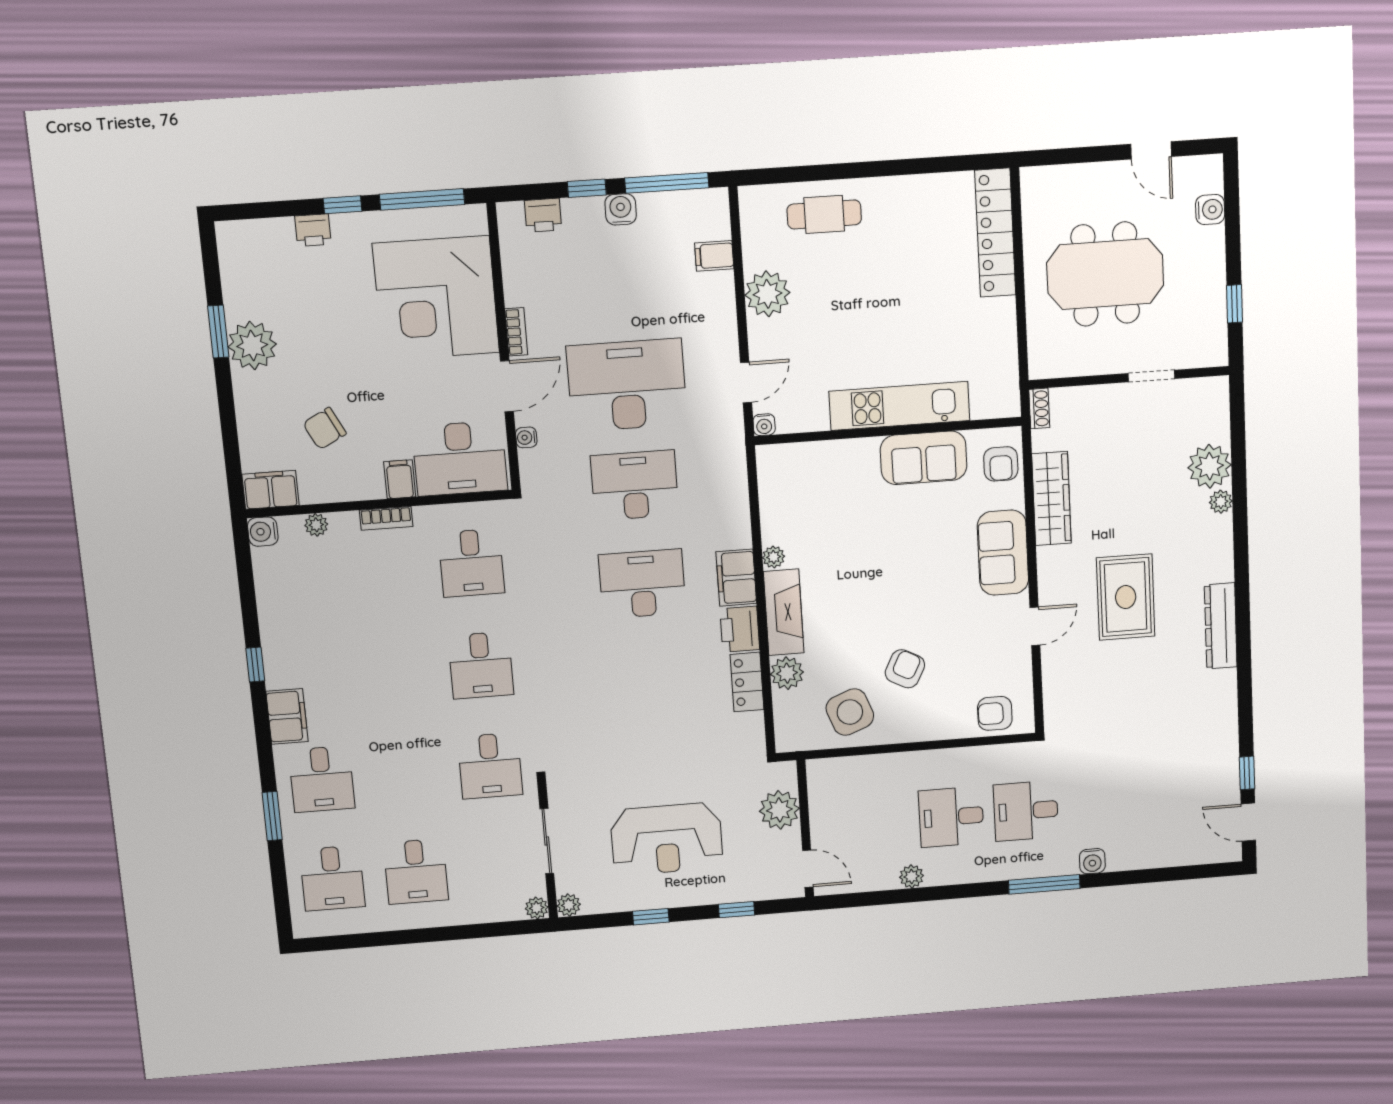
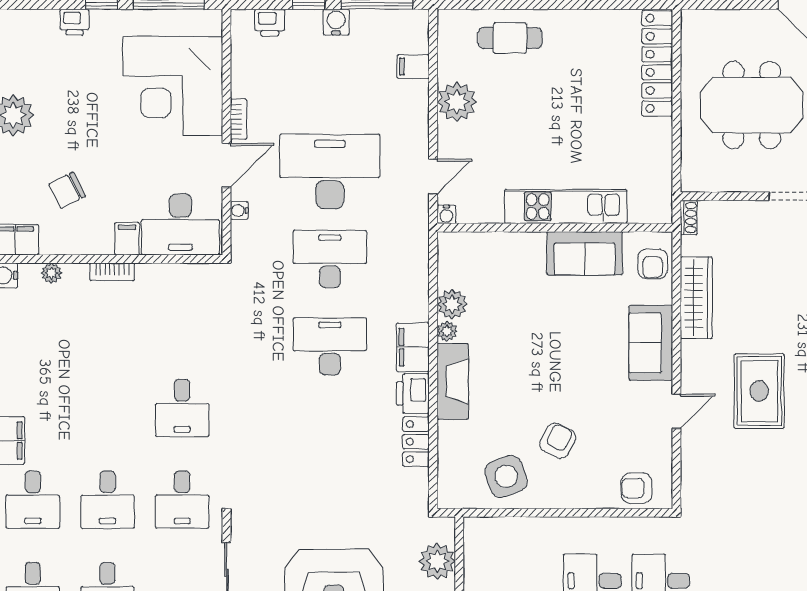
desk: (471, 563) -> (107, 500), moved
plant: (787, 673) -> (452, 304), moved

